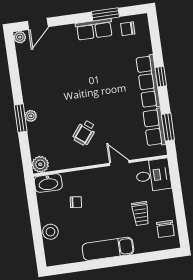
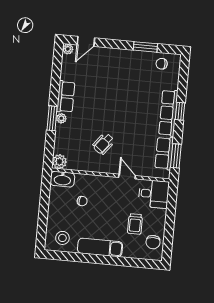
row of seats: (94, 29) -> (66, 97), moved, turned -90
stool: (50, 232) -> (62, 238), moved

